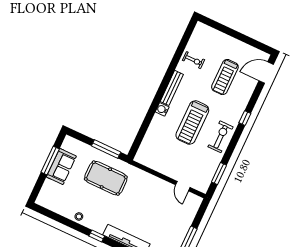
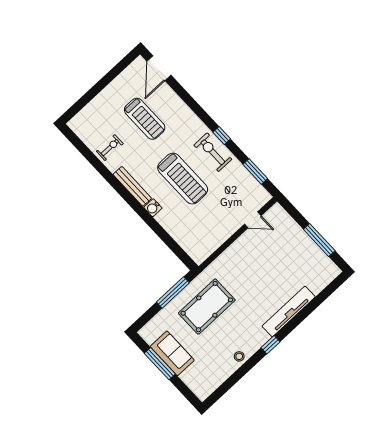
window: (245, 118) -> (222, 136), moved

